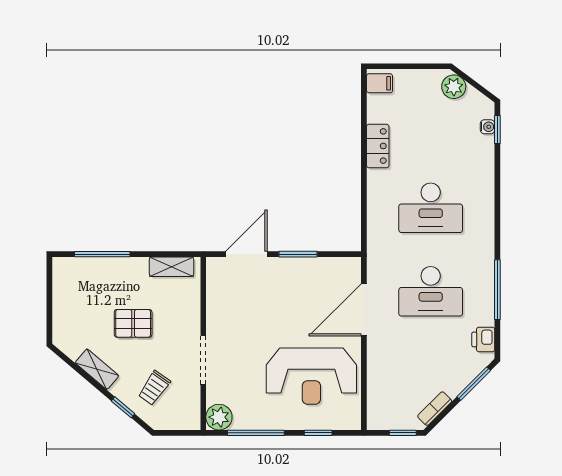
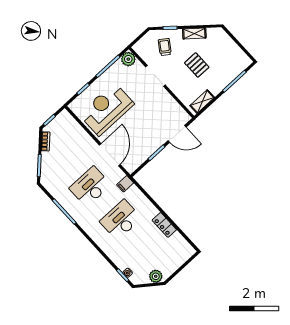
filing cabinet: (380, 83) -> (125, 184), moved
door: (246, 254) -> (177, 134), hinge flipped
pallet: (133, 323) -> (197, 65), turned 90
printer: (483, 339) -> (52, 187), removed

